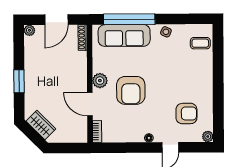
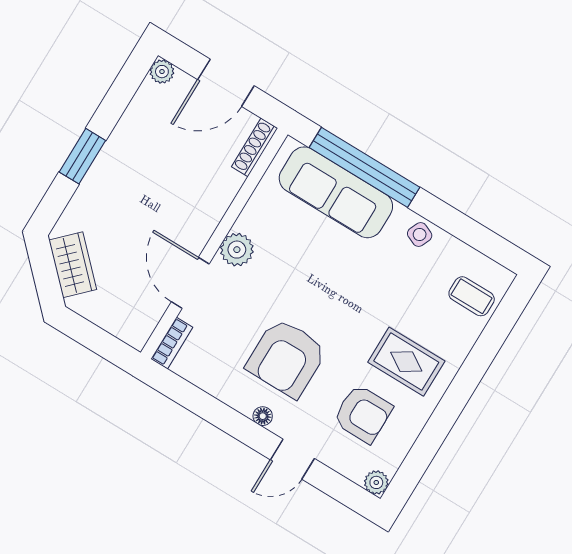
rug: (191, 83) -> (406, 362), added
armchair: (131, 90) -> (286, 358), moved

